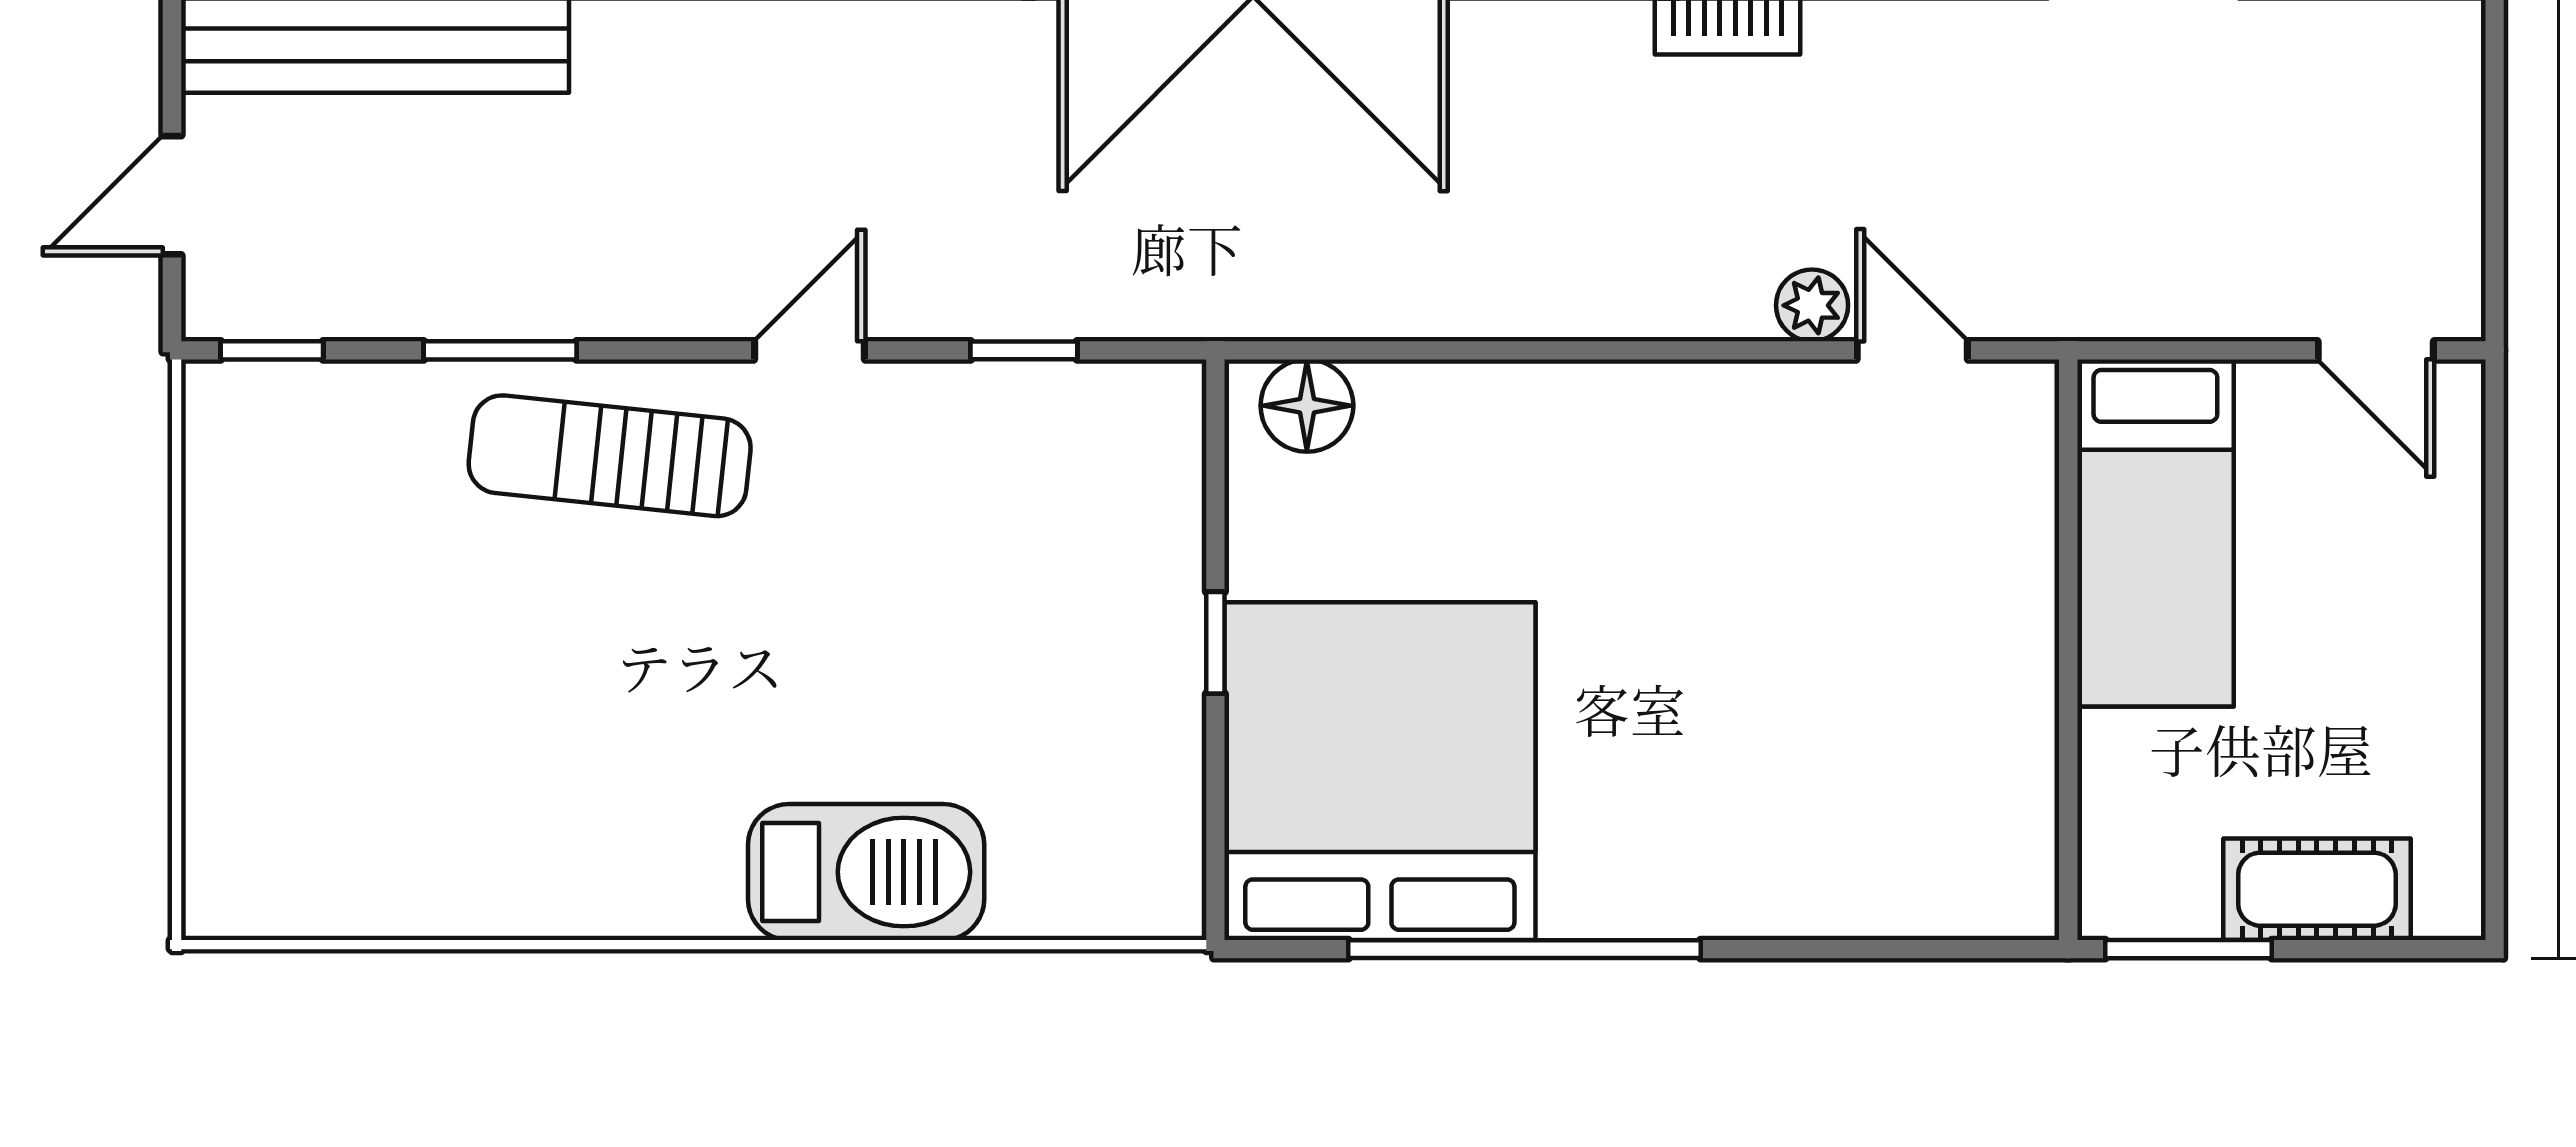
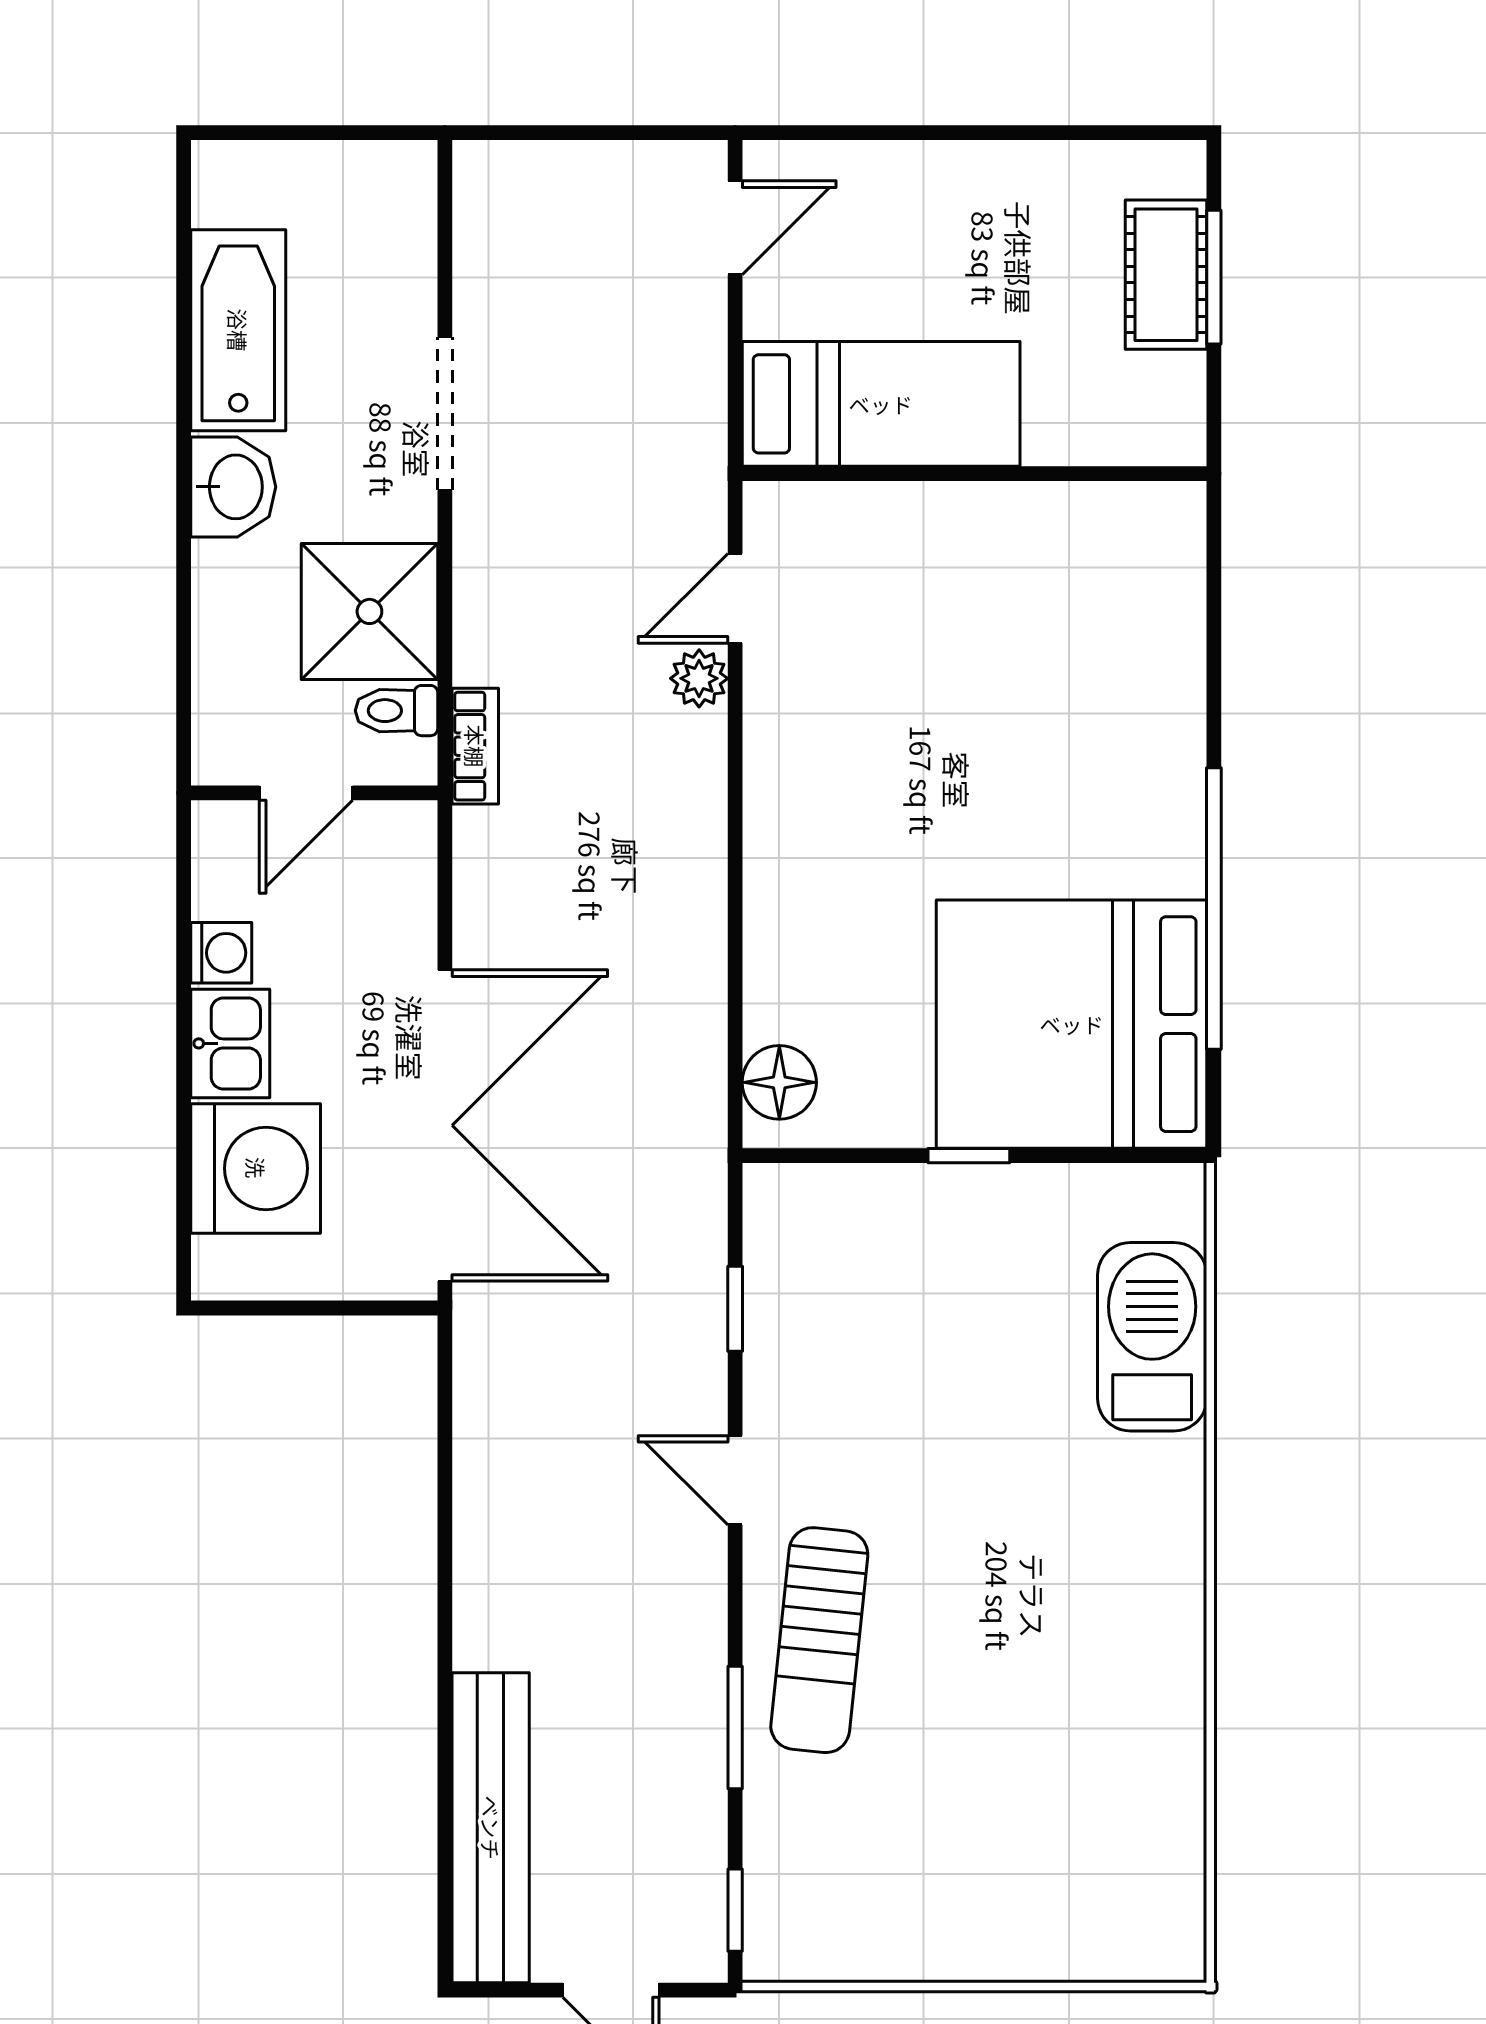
barbecue: (866, 872) -> (1152, 1337), moved
window: (2189, 949) -> (1214, 277), moved

